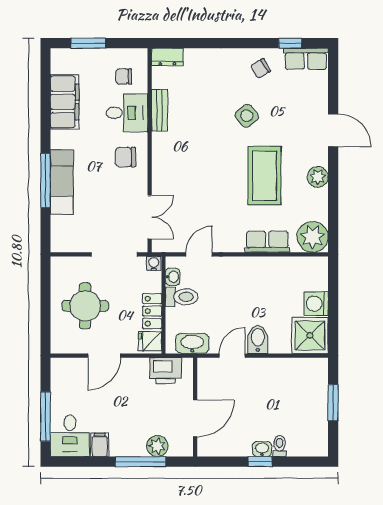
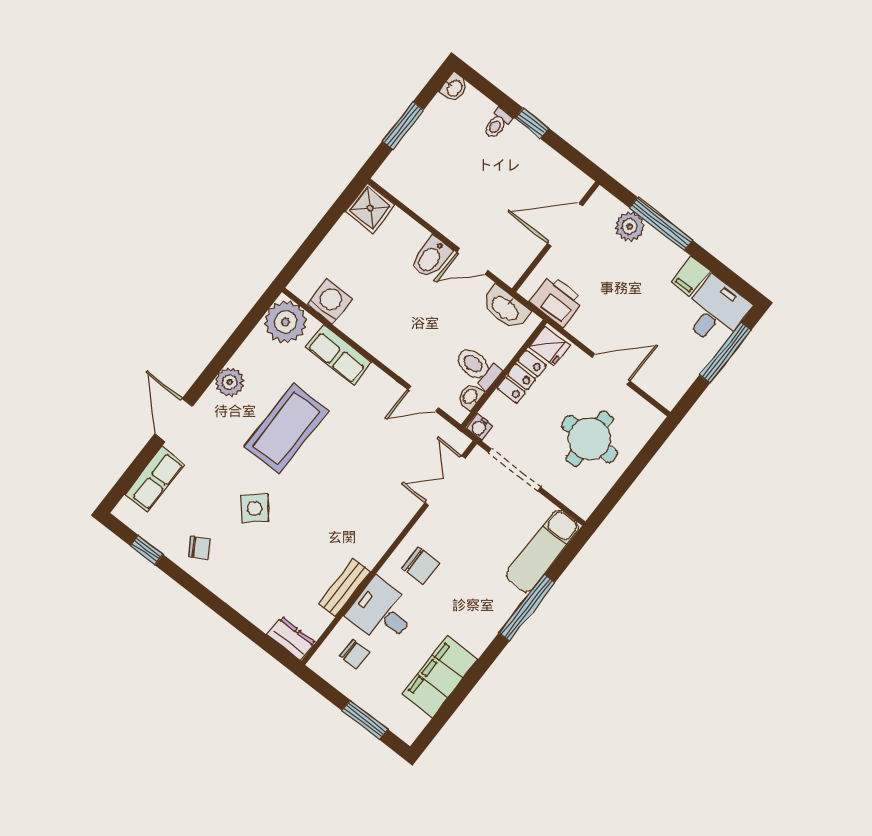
row of seats: (306, 59) -> (155, 479), moved, turned 90
exam couch: (62, 182) -> (543, 551), moved
washing machine: (316, 304) -> (329, 301), moved, turned -90
shower: (310, 335) -> (370, 208), width x0.73, depth x0.73
washbasin: (262, 449) -> (454, 88), moved, turned -90

